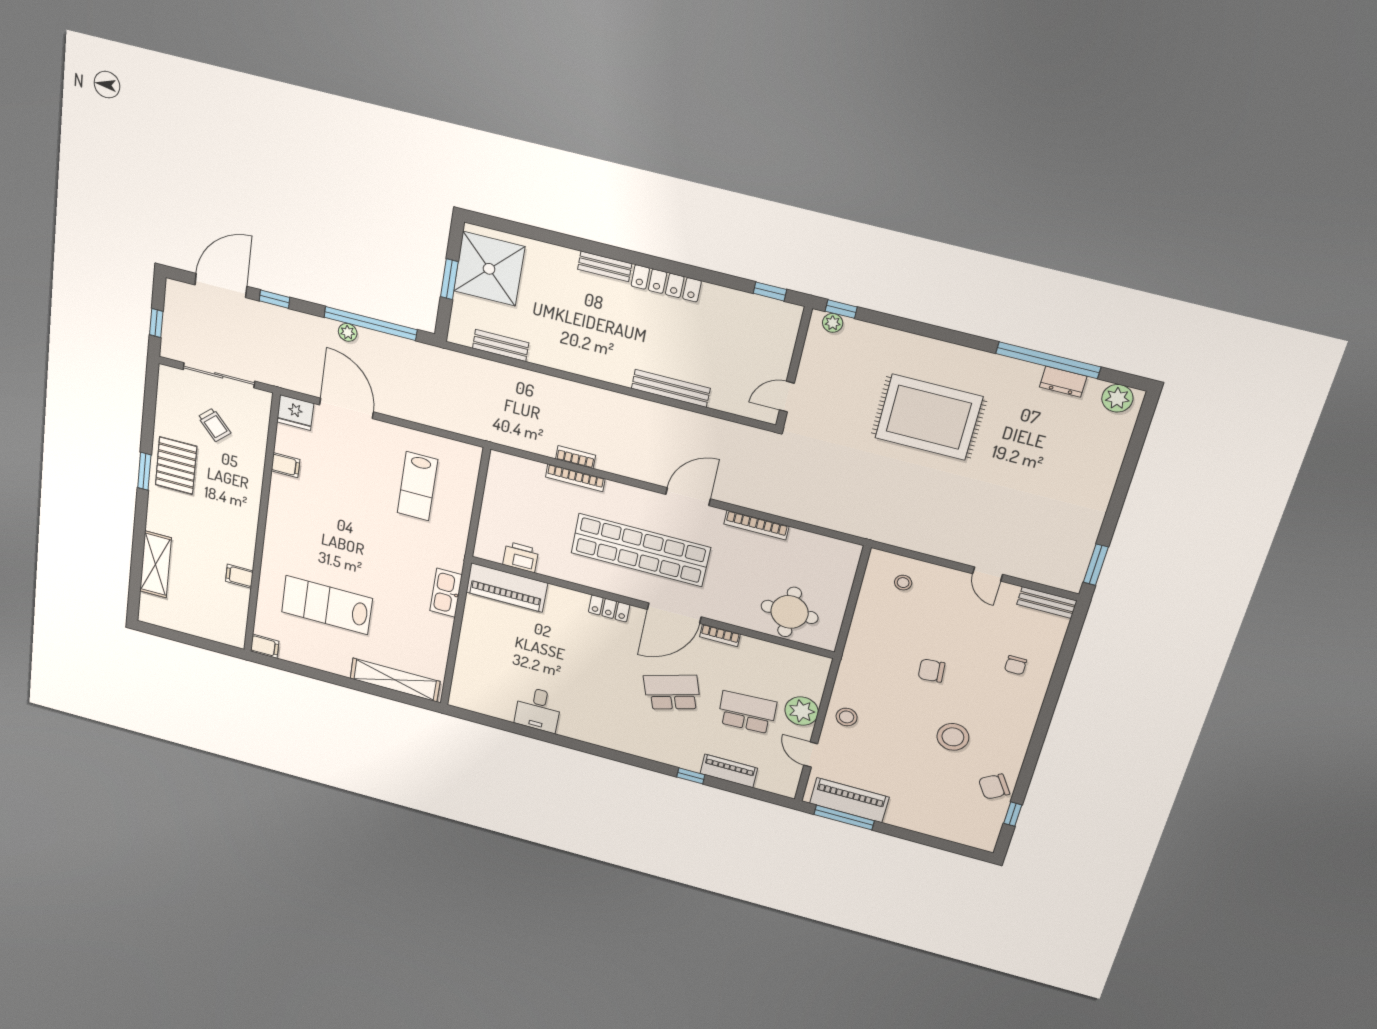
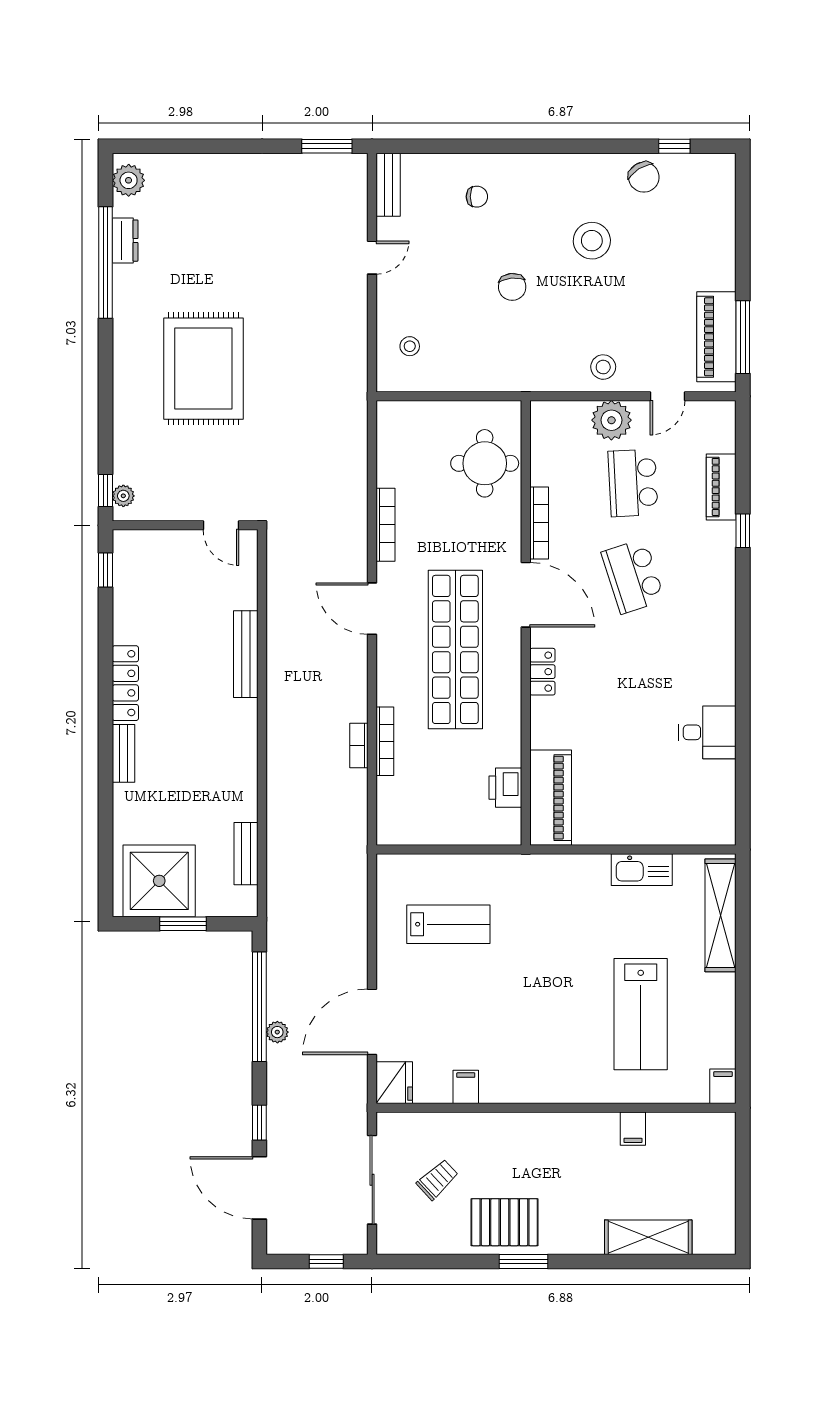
kitchen sink: (446, 593) -> (642, 870), moved
bookcase: (720, 635) -> (539, 523), width x1.56

